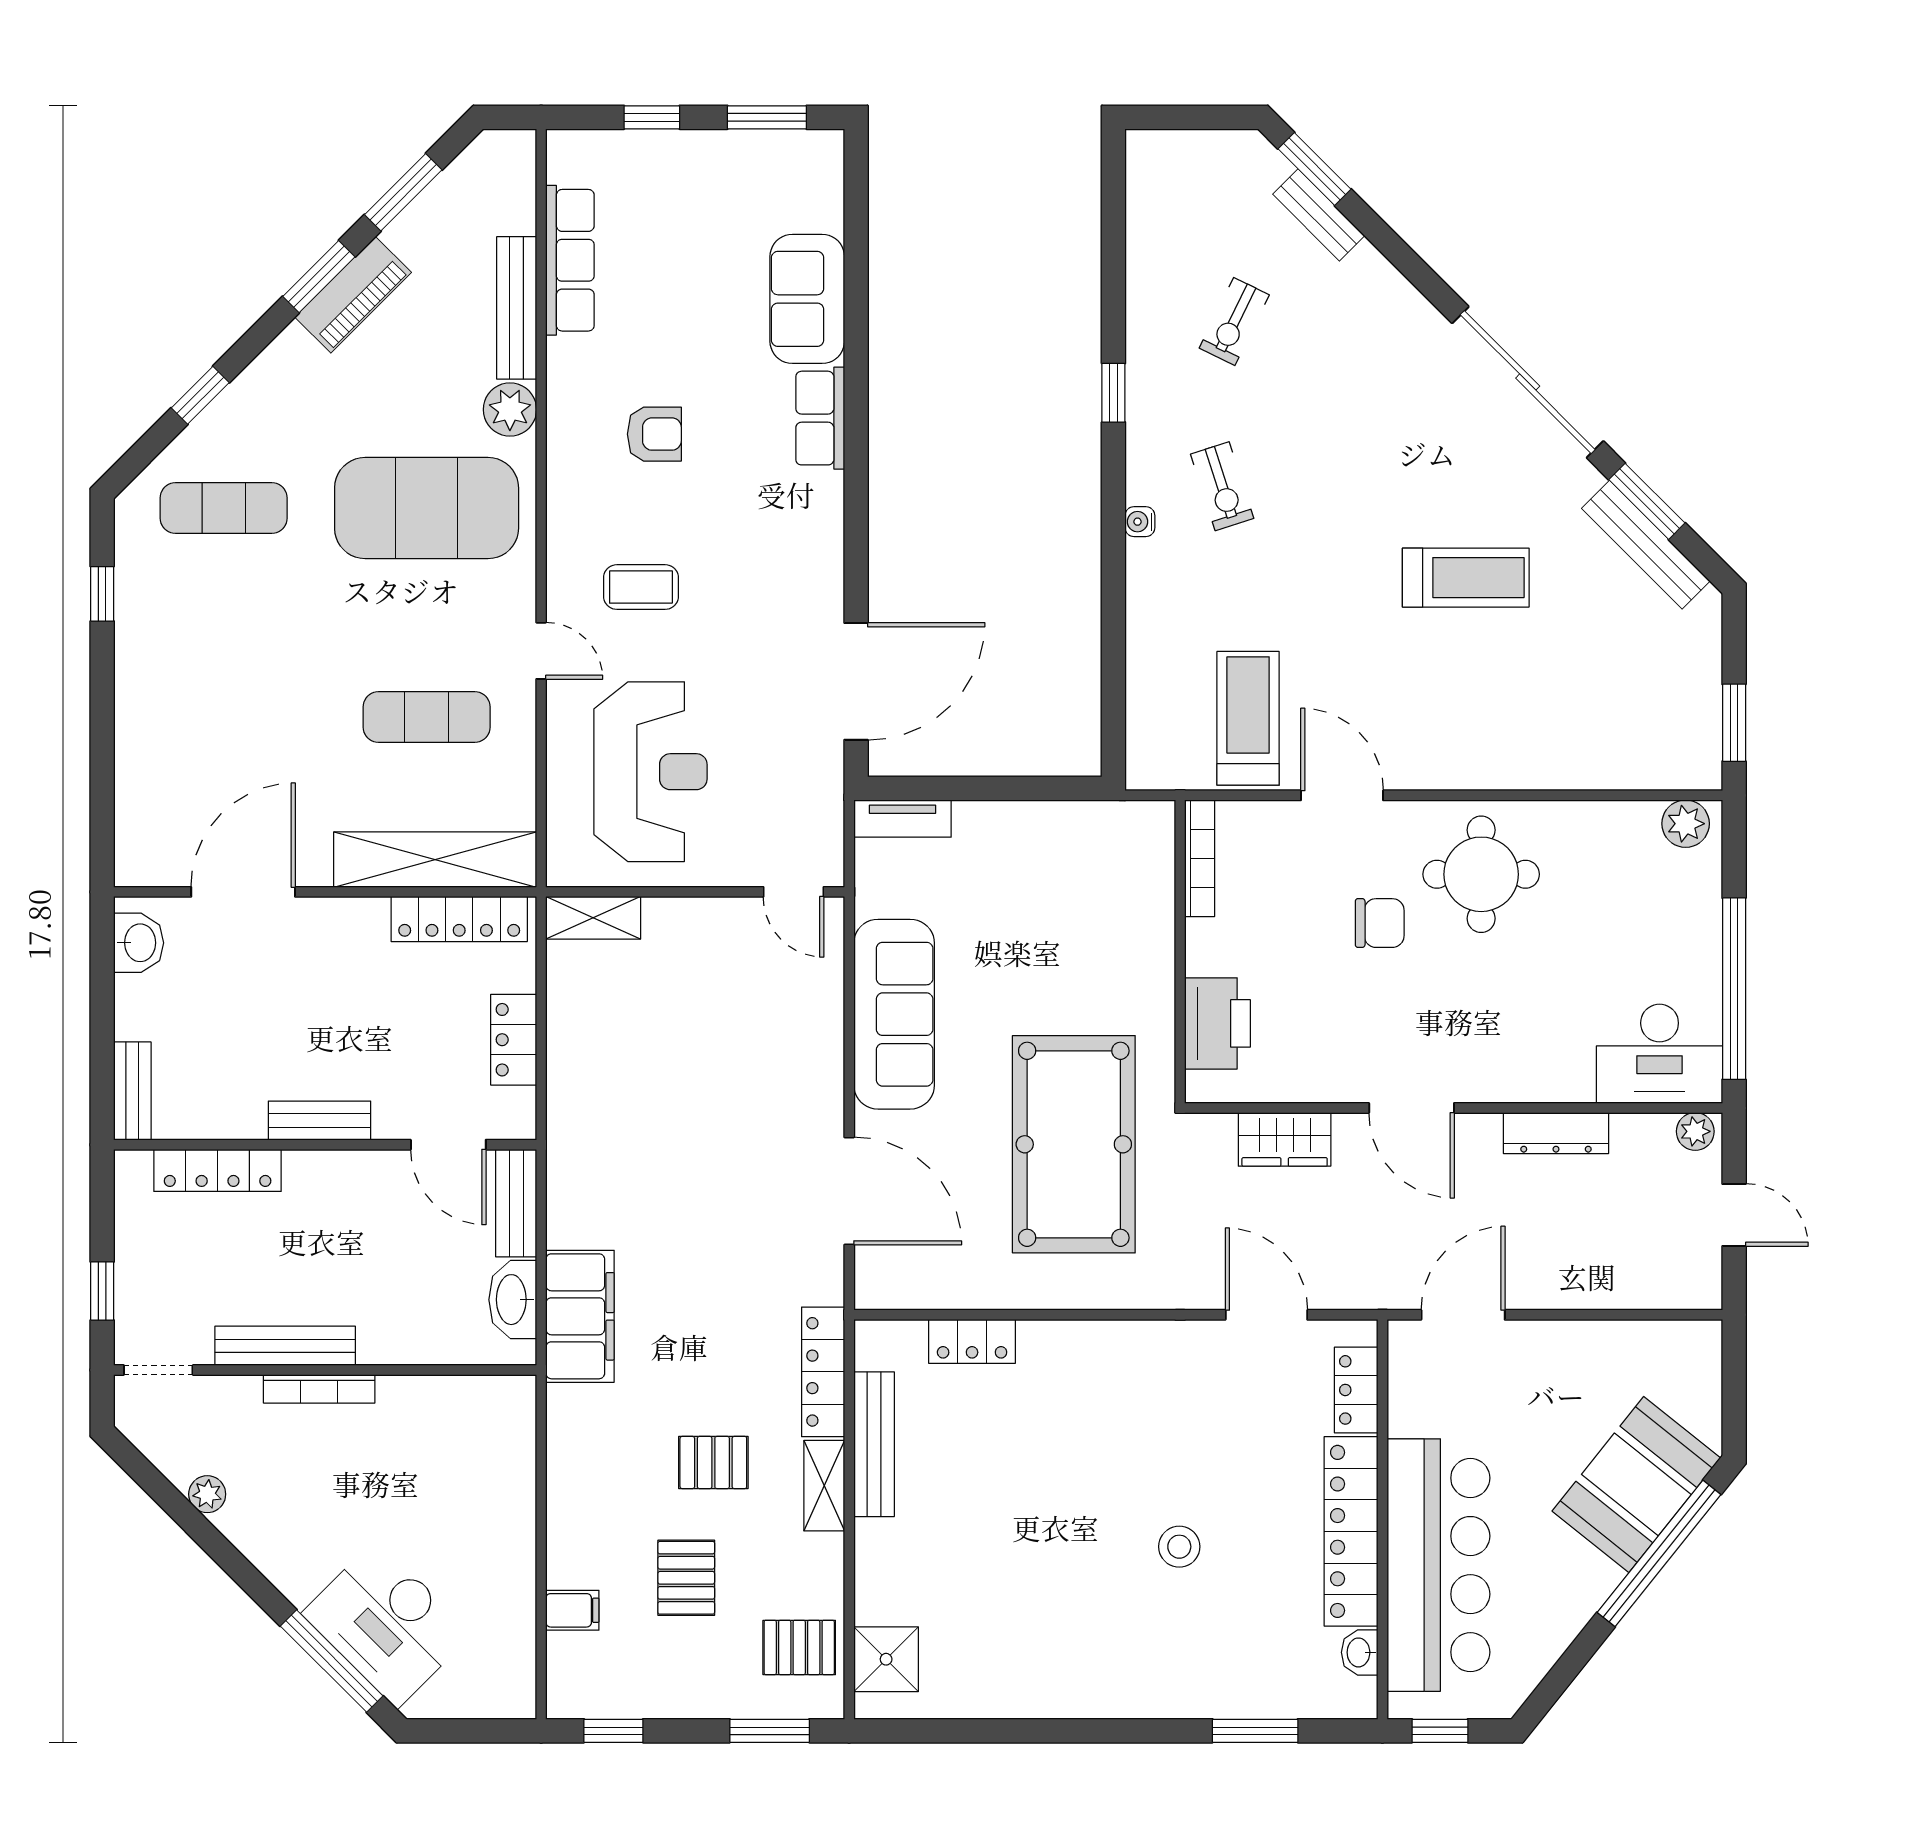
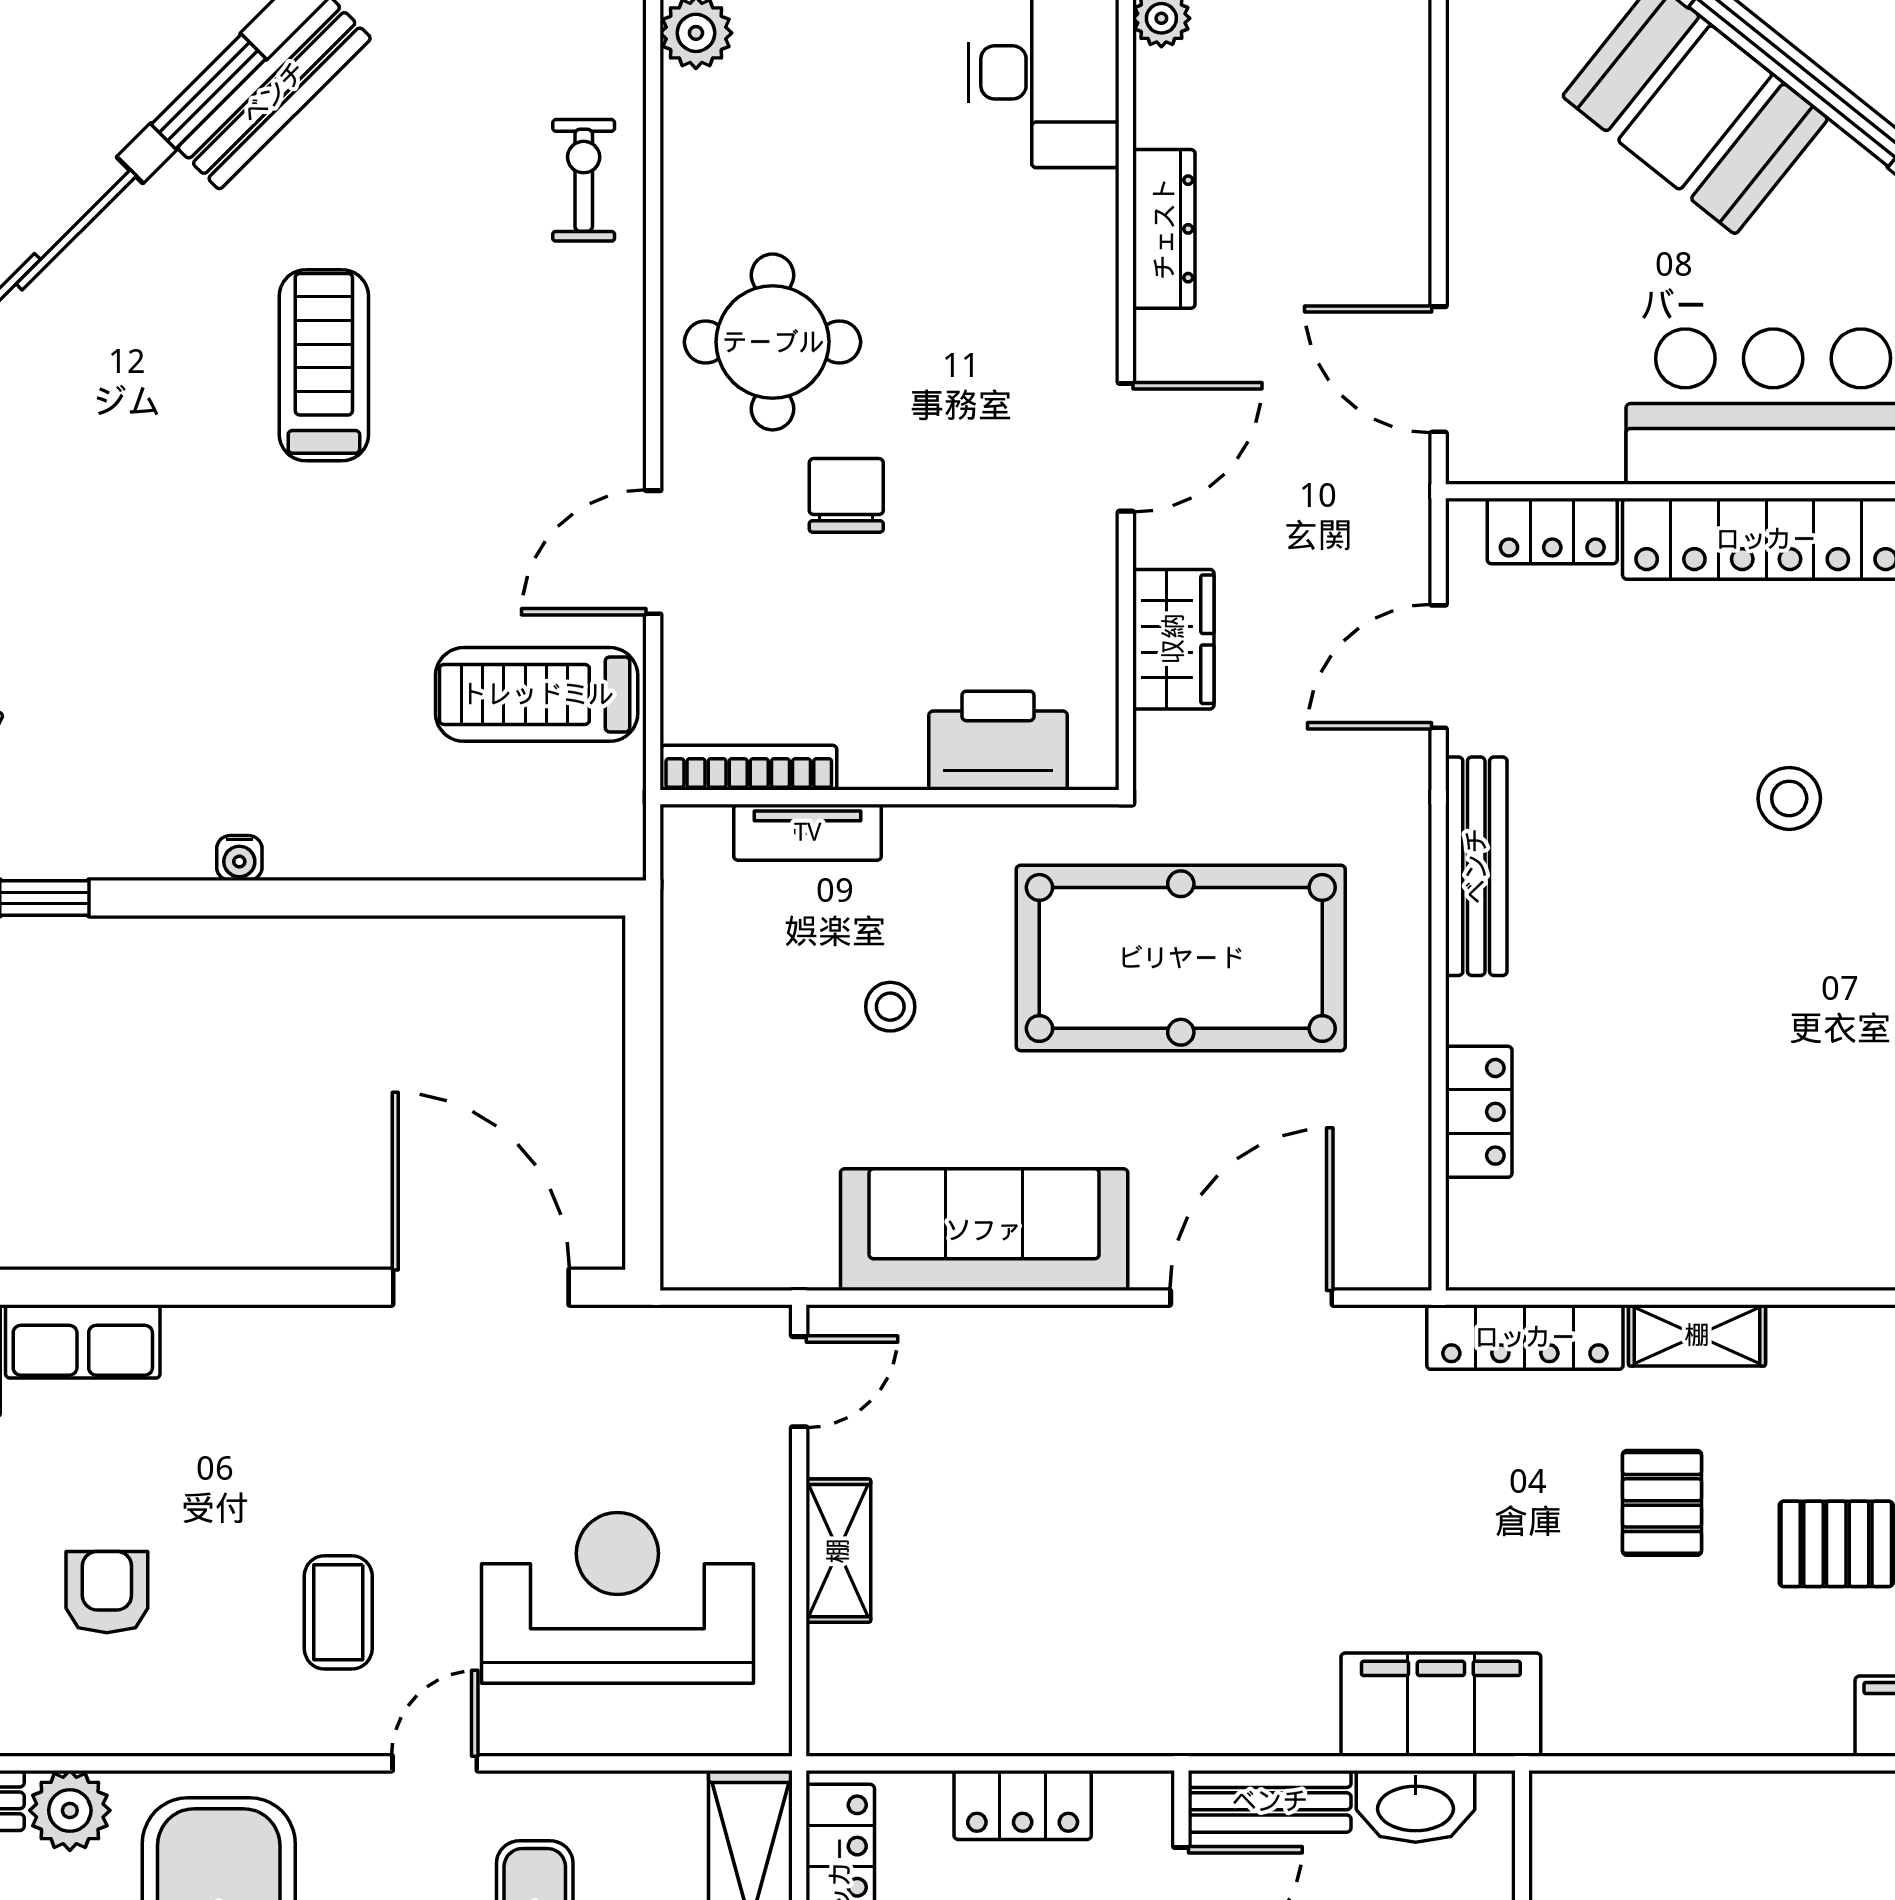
exercise bike: (1222, 486) -> (584, 180), moved, turned -72
tv unit: (902, 819) -> (808, 832), moved, turned 90
shelving: (593, 918) -> (838, 1551), moved
stool: (1042, 952) -> (890, 1007), added
bench: (874, 1444) -> (1476, 866), moved, turned 90

